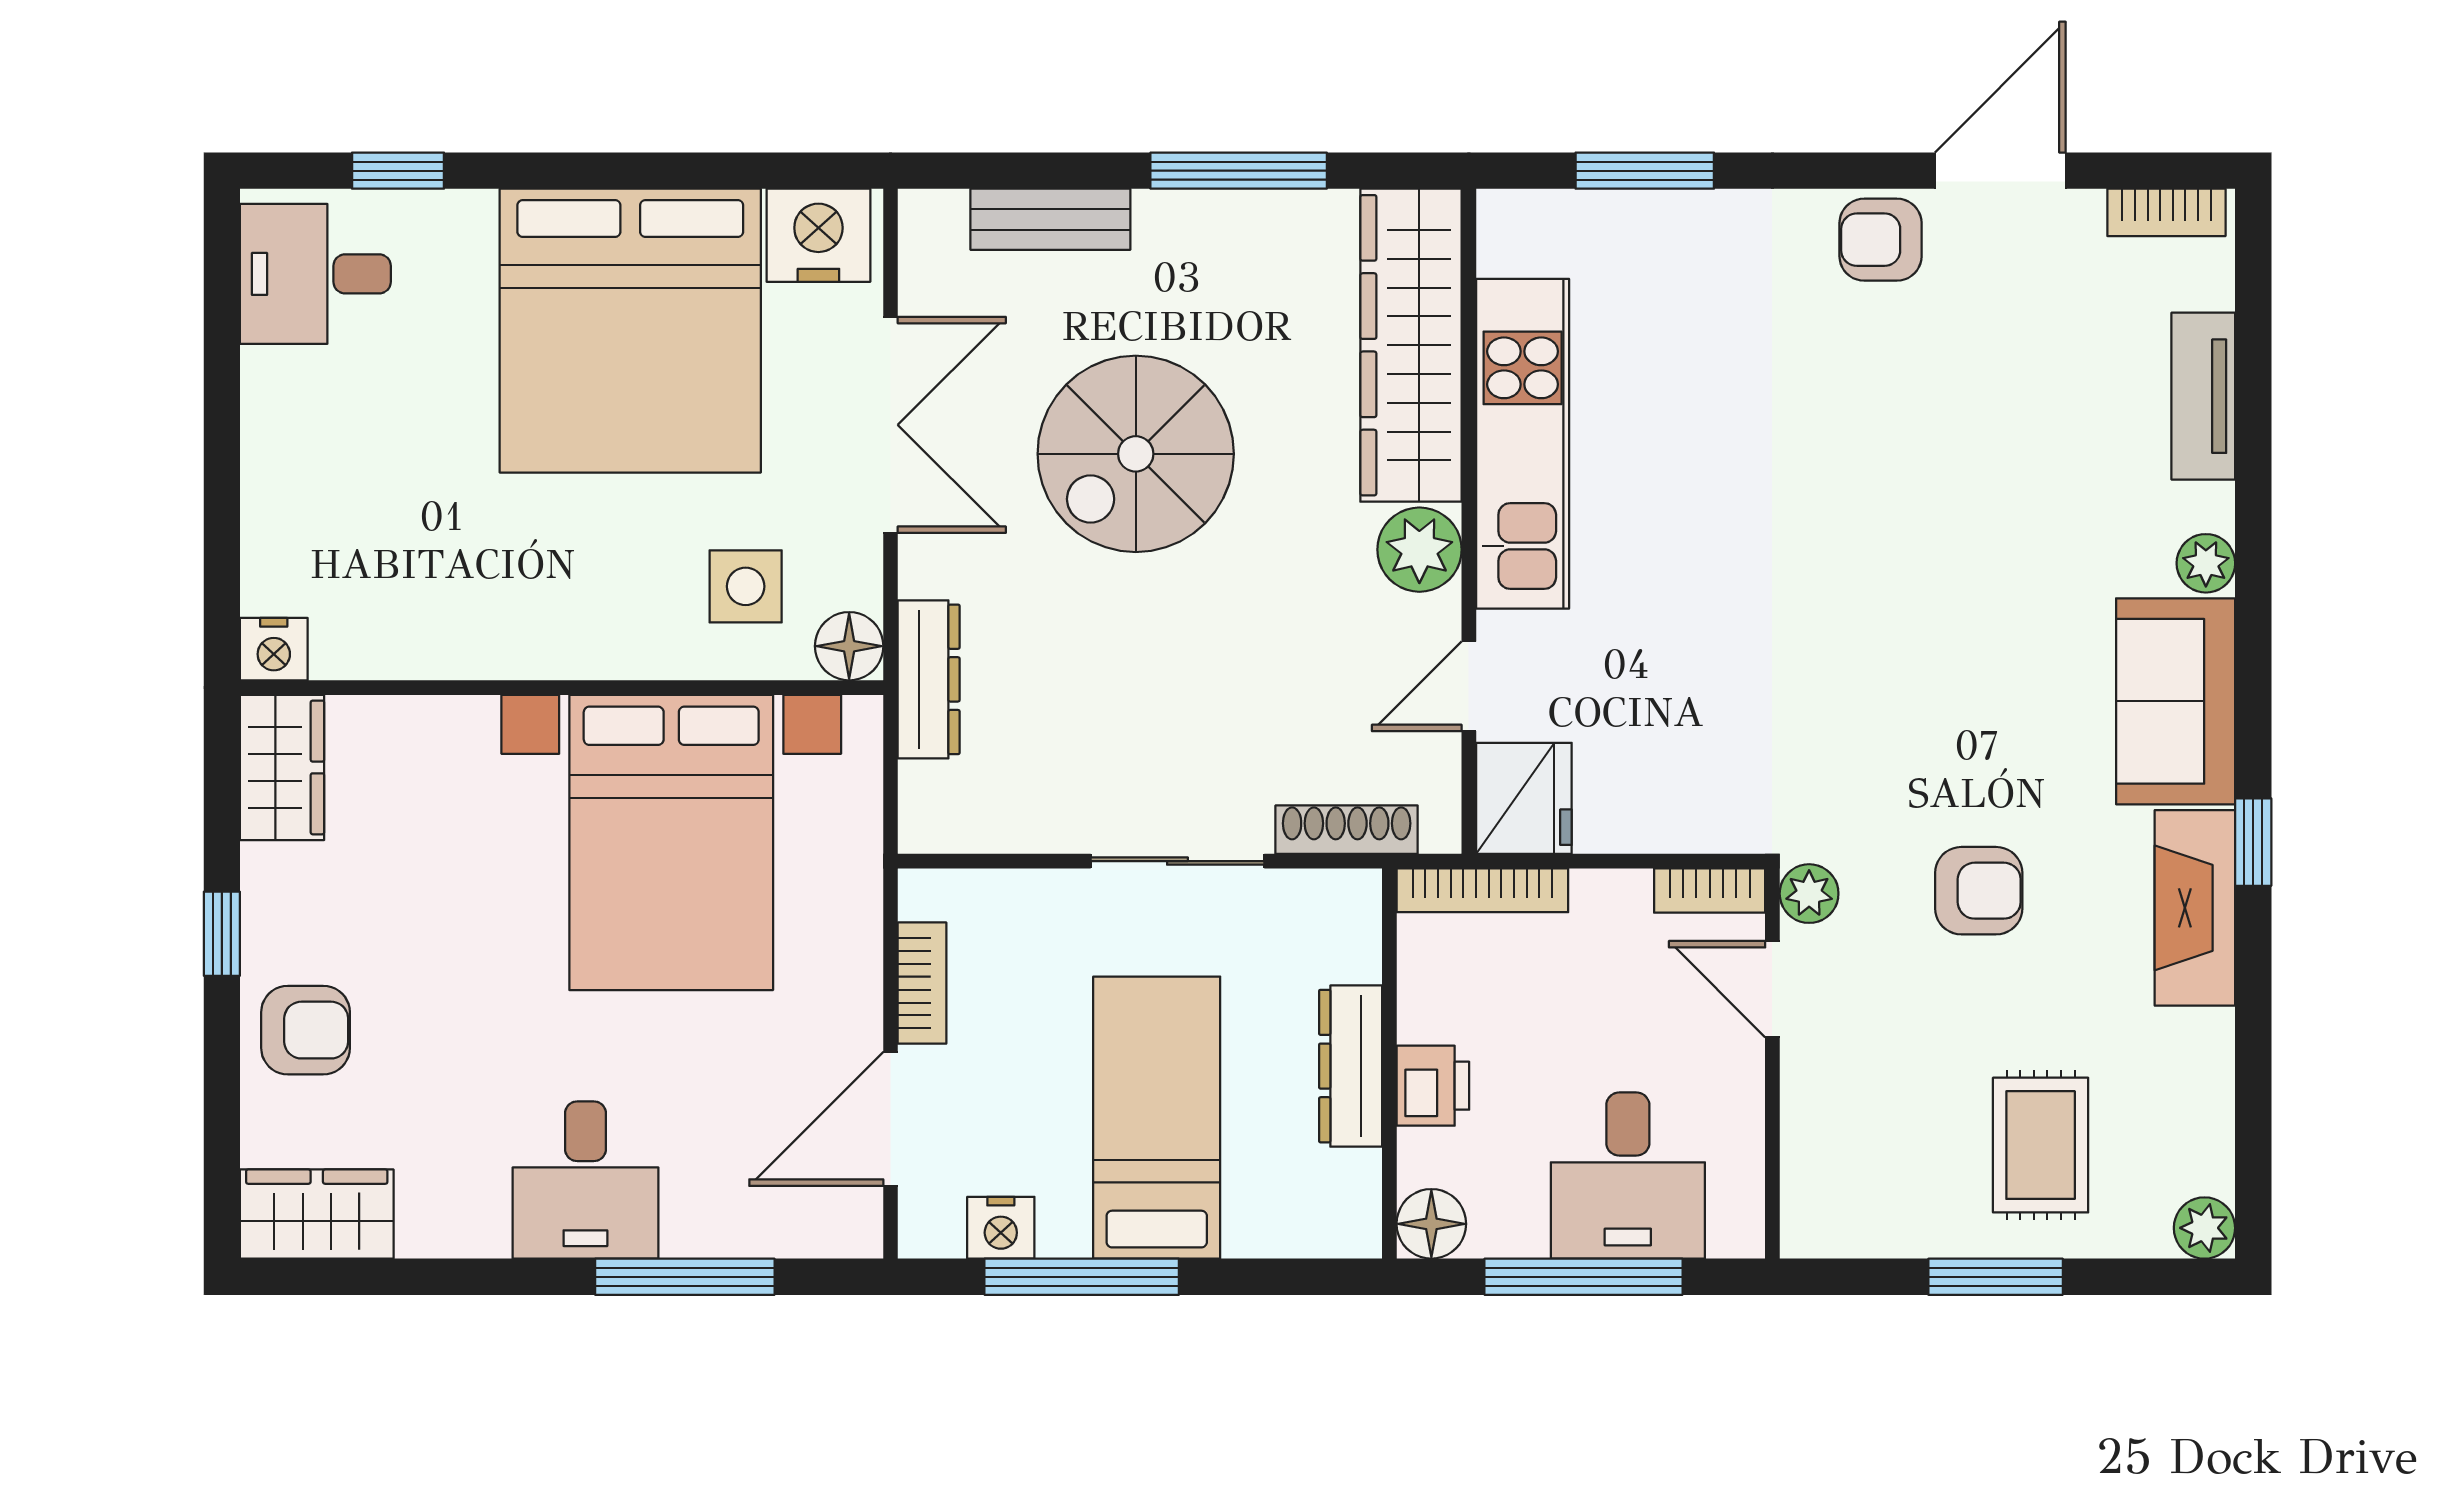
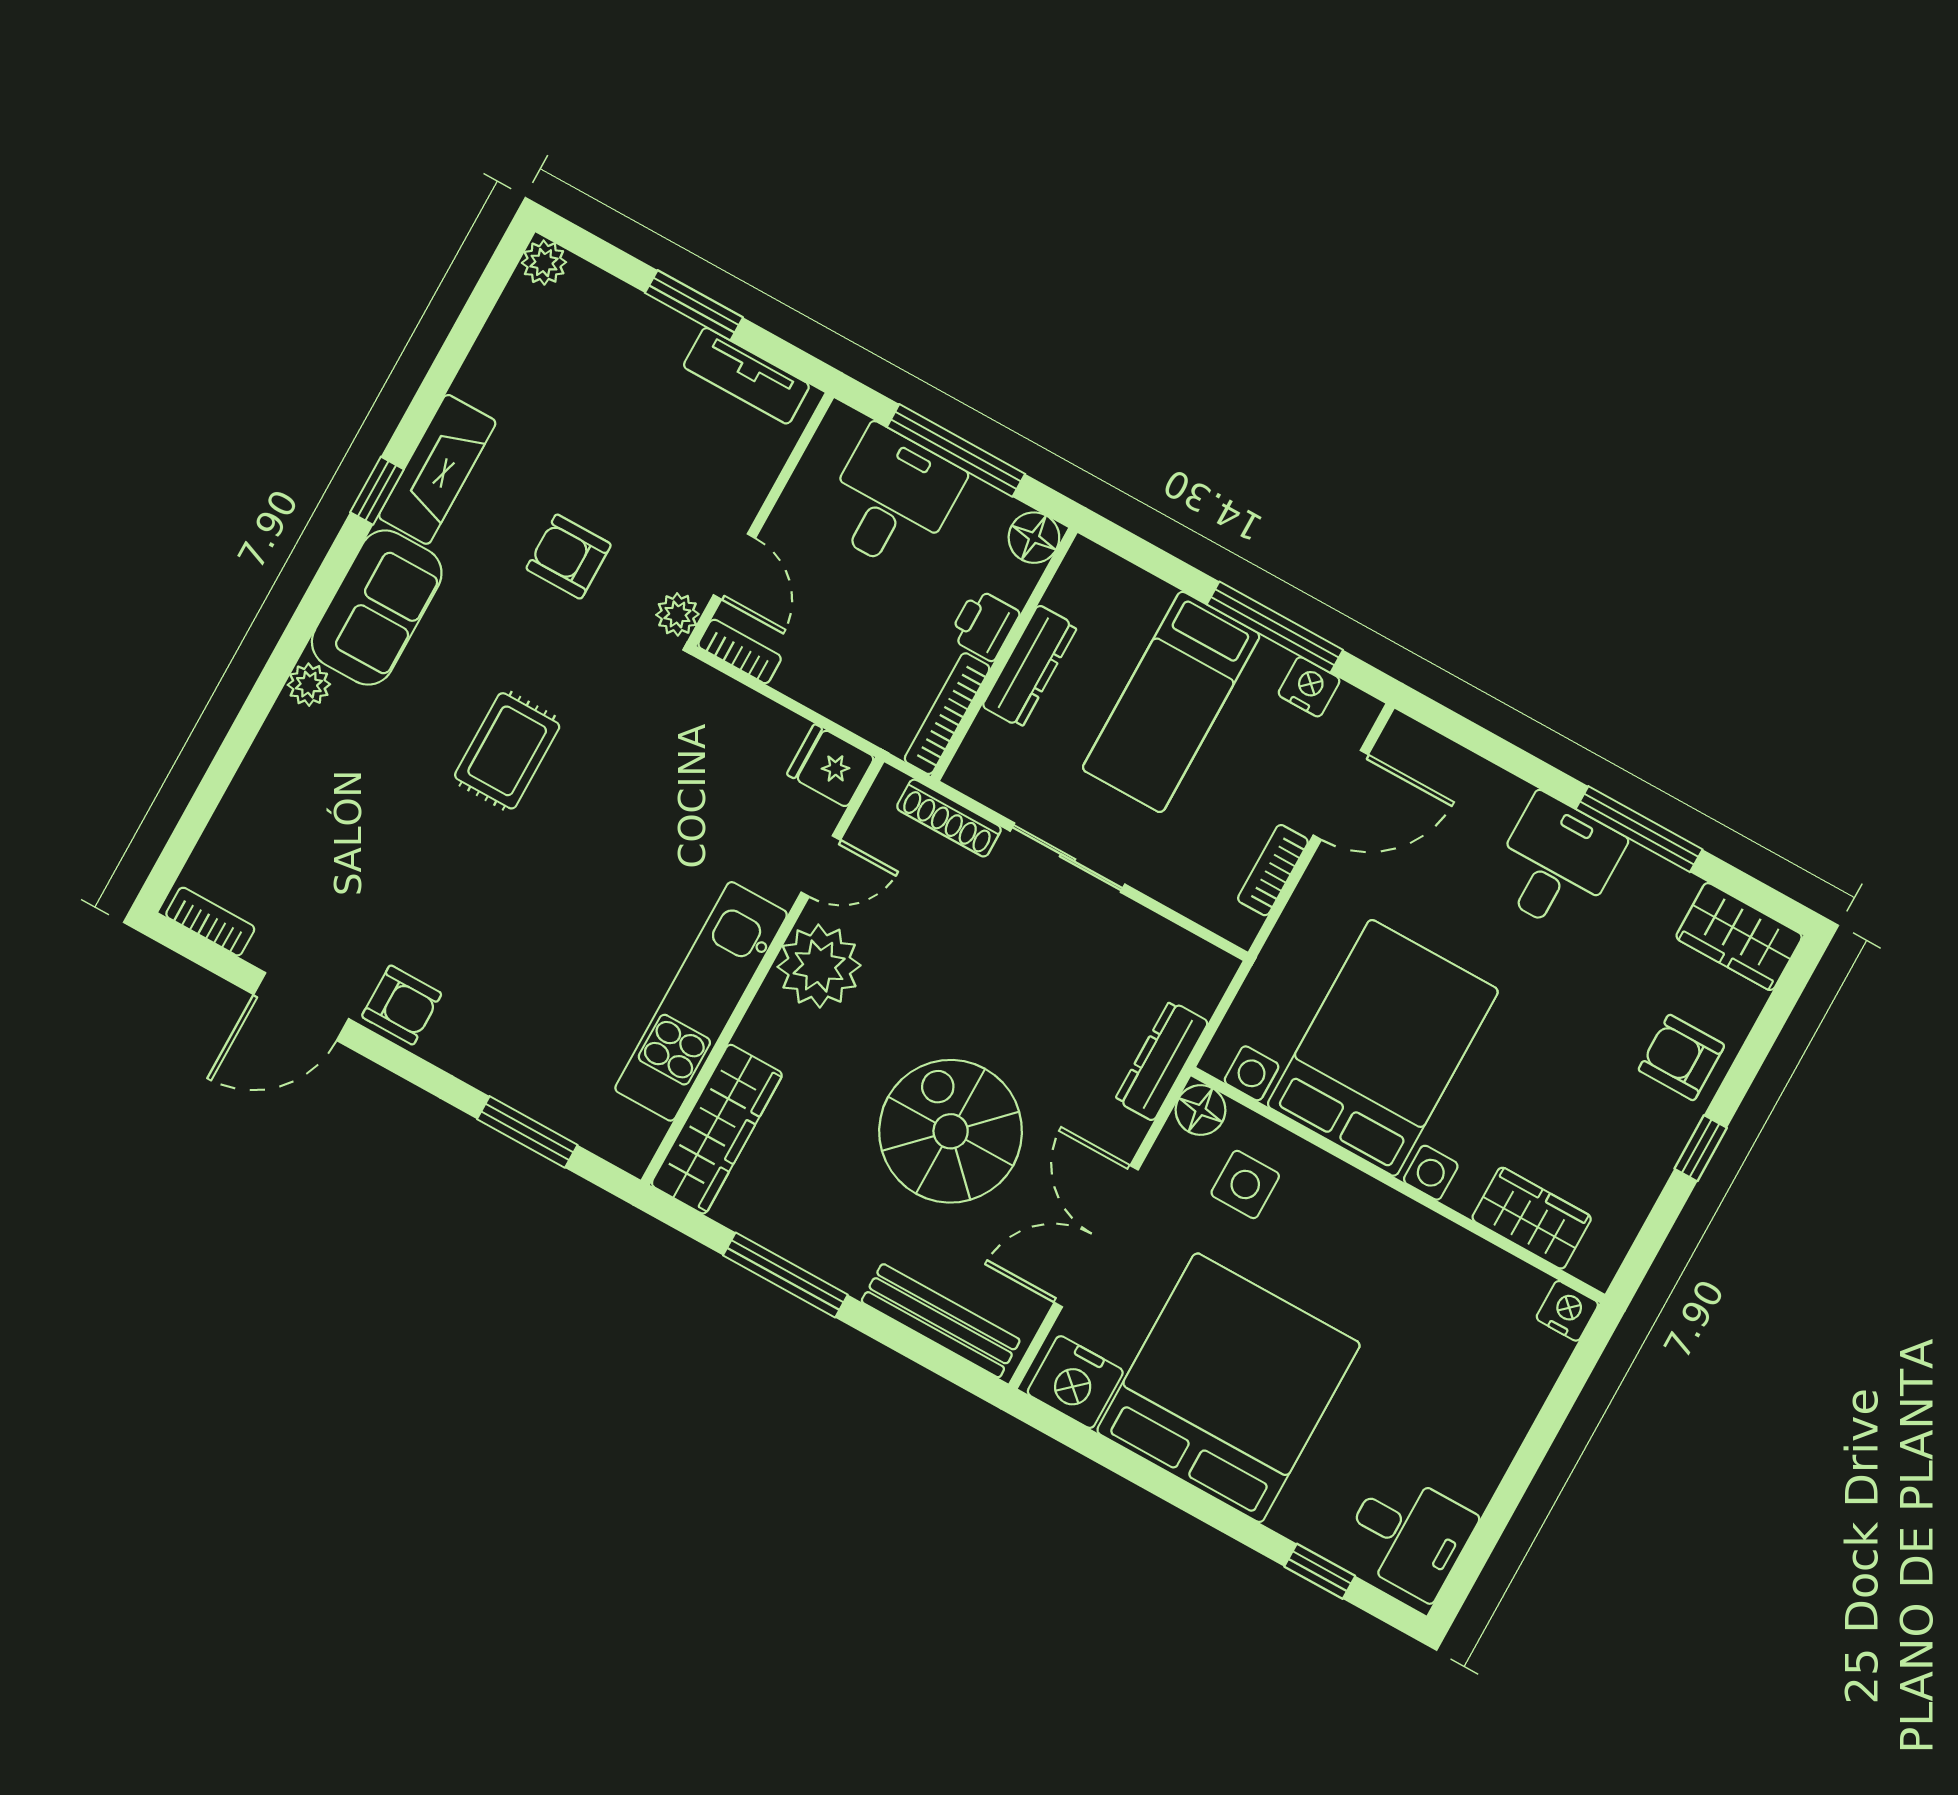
bench: (1050, 219) -> (941, 1321), width x1.36
wardrobe: (1411, 345) -> (717, 1129), width x0.71, depth x0.85
tv unit: (2203, 396) -> (746, 376), moved, turned 90
spiral stairs: (1136, 454) -> (951, 1131), turned -90
plant: (1419, 550) -> (819, 966), width x1.36, depth x1.36
wardrobe: (282, 767) -> (1532, 1218), moved, turned 90
fridge: (1524, 798) -> (831, 766), width x0.72
bookcase: (1482, 890) -> (947, 714), moved, turned -90
rug: (2041, 1145) -> (507, 751), moved
window: (685, 1277) -> (1639, 829), moved

